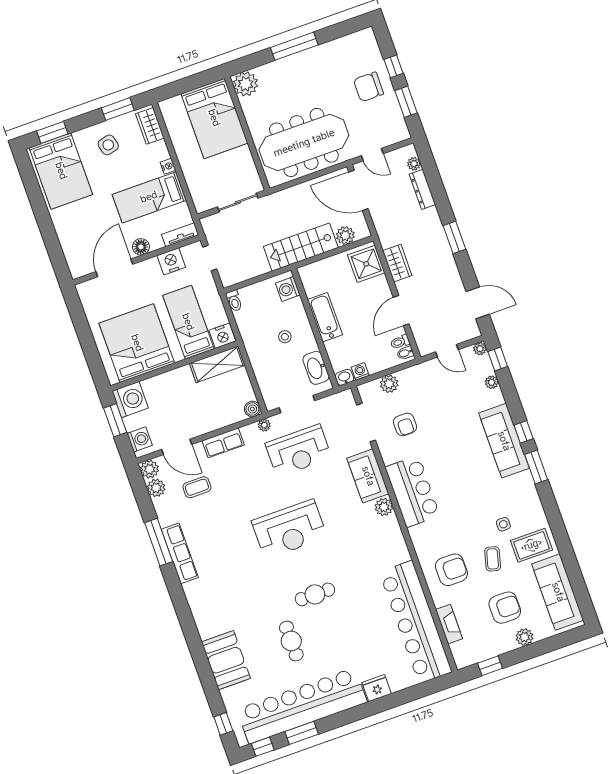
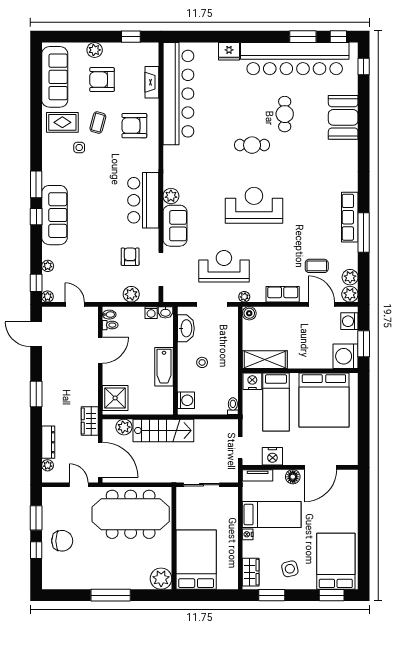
wardrobe: (397, 263) -> (90, 421), moved

